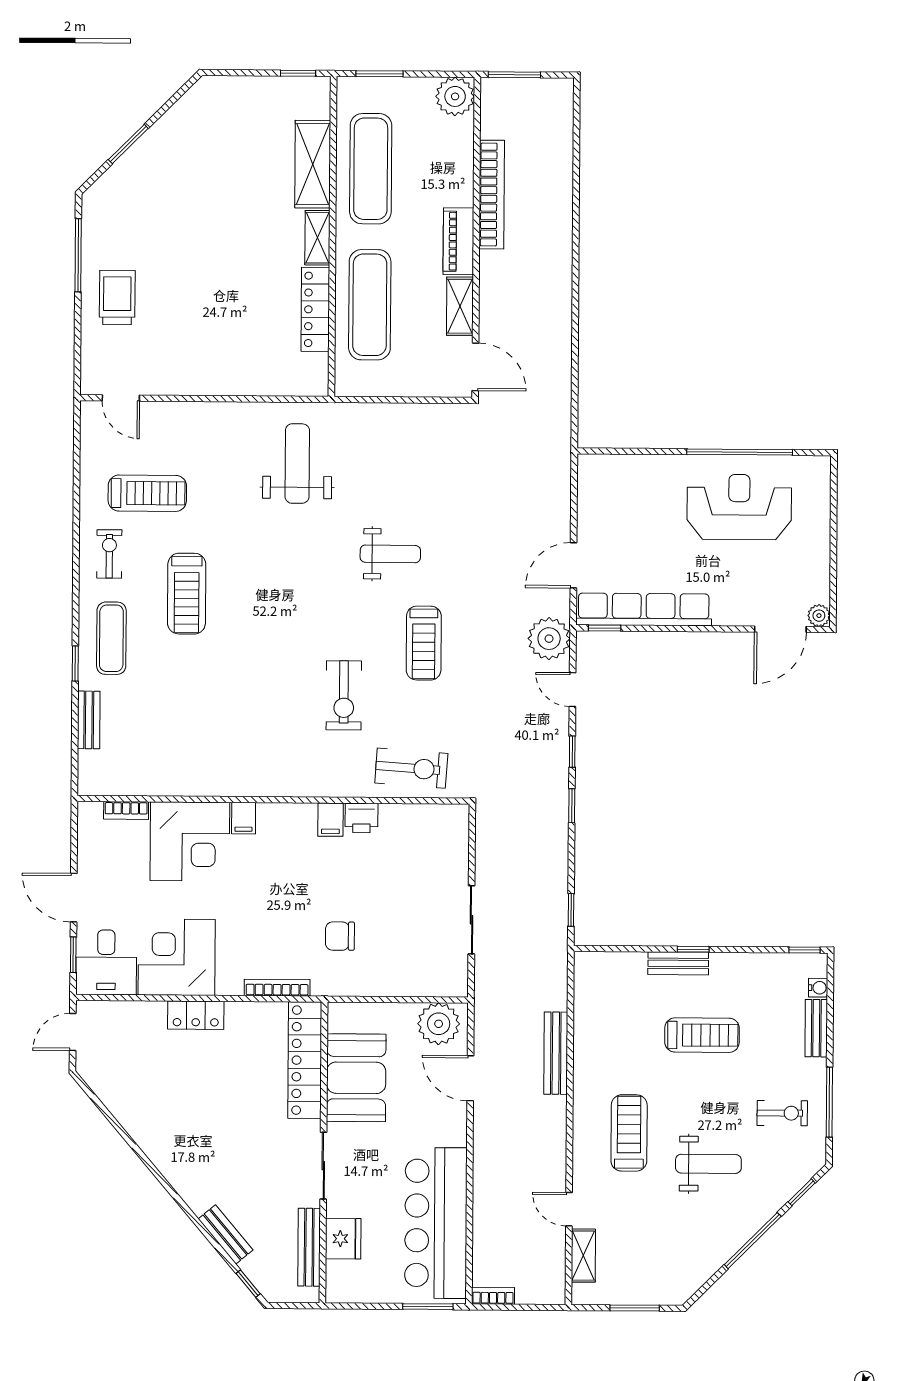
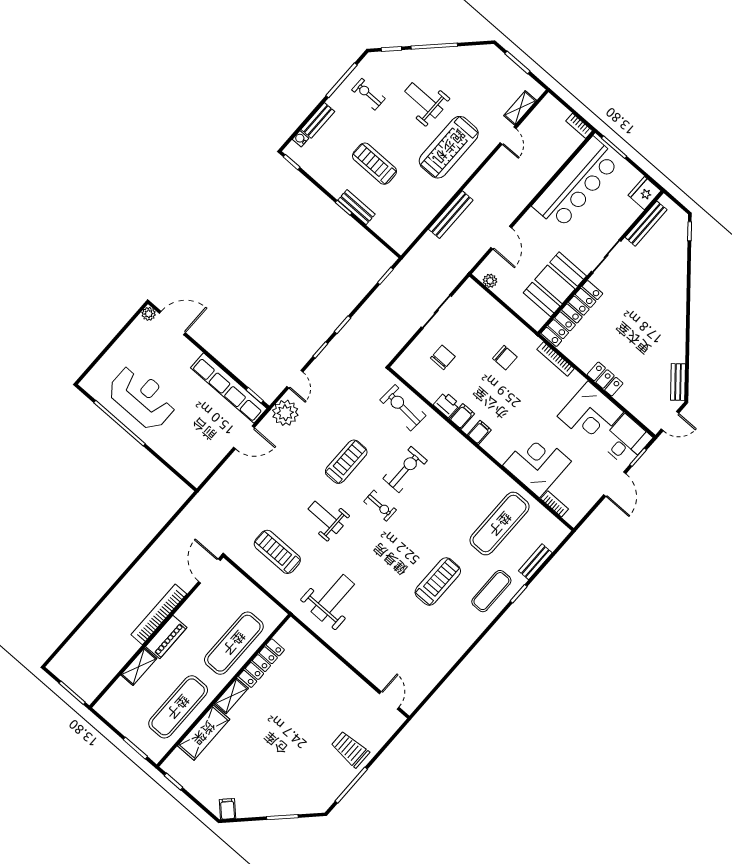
filing cabinet: (204, 96) -> (228, 809), added
plant: (455, 96) -> (109, 707), removed
bookcase: (492, 195) -> (159, 614), moved
trolley: (117, 298) -> (350, 749), turned 90
shelving: (460, 306) -> (139, 667), moved
weight bench: (297, 464) -> (333, 598), turned 180
treadmill: (147, 493) -> (277, 552), moved
reception desk: (739, 507) -> (142, 397), turned 180
exercise bike: (109, 554) -> (380, 506), moved, turned -90
exercise mat: (172, 729) -> (500, 524), added
filing cabinet: (244, 818) -> (479, 432), moved
chair: (416, 871) -> (443, 357), added
plant: (439, 1024) -> (490, 281), width x0.53, depth x0.53
treadmill: (629, 1133) -> (449, 147), width x1.37, depth x1.38
bench: (226, 1234) -> (678, 382), moved
fridge: (343, 1239) -> (645, 193), moved

